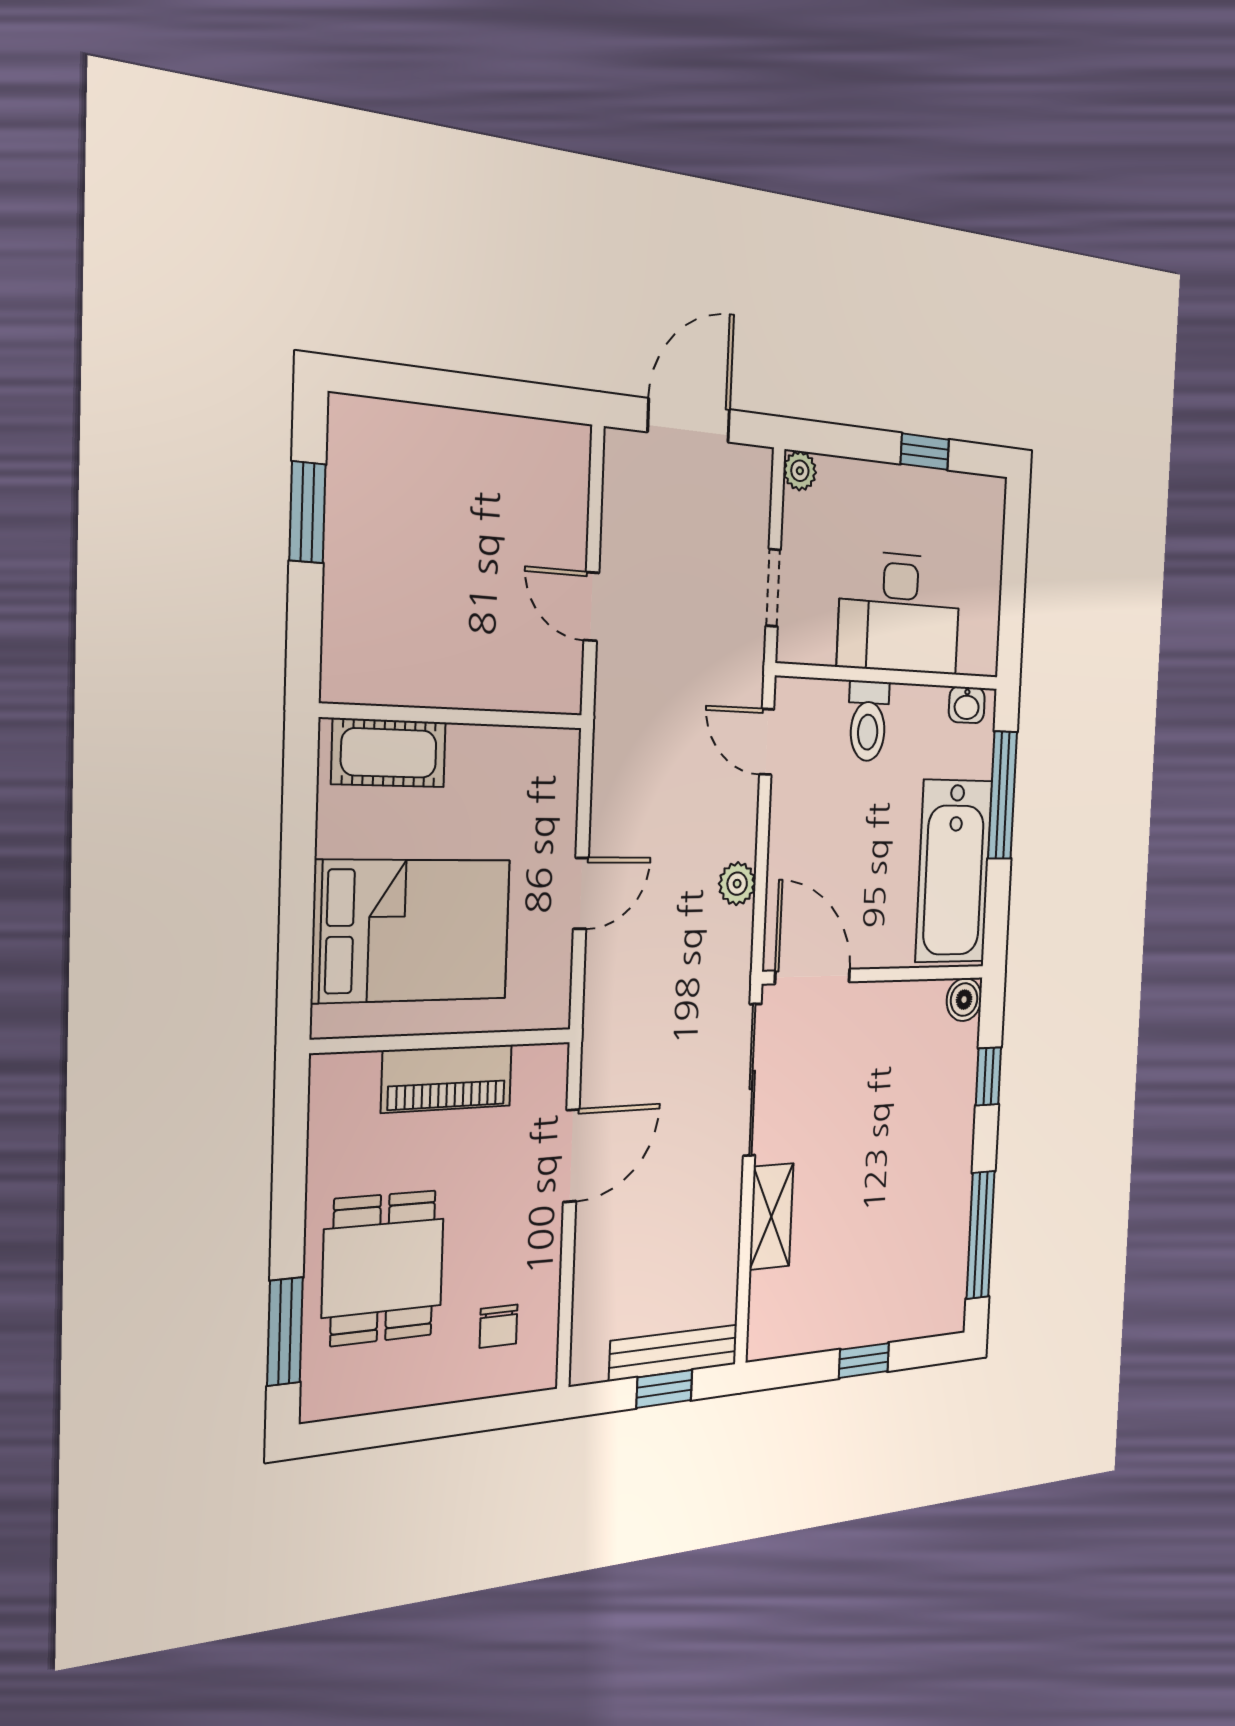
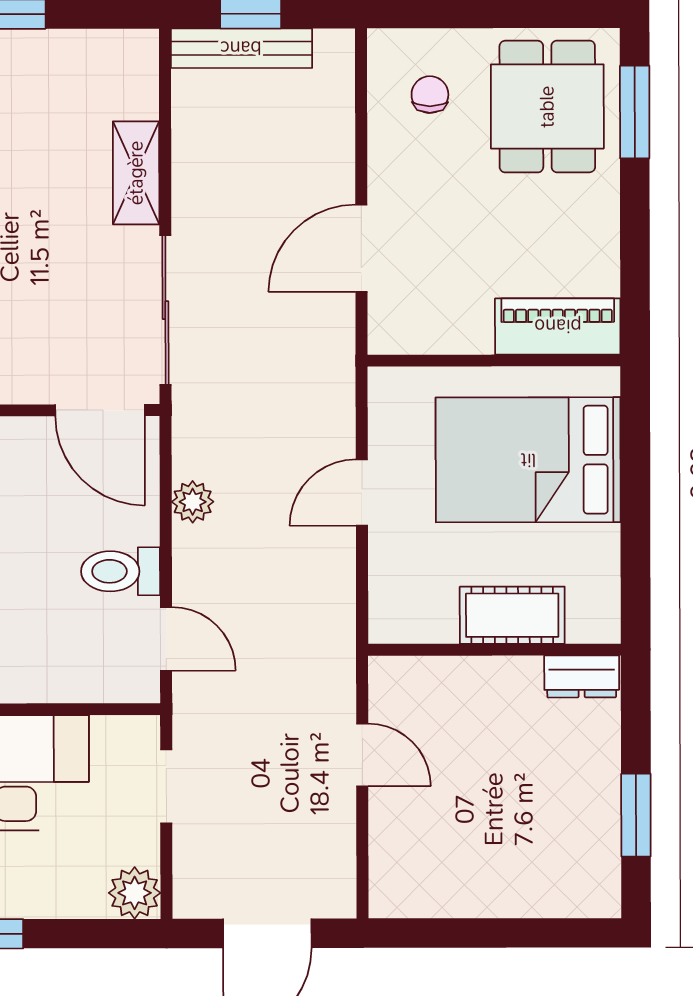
plant: (800, 471) -> (135, 893), width x1.38, depth x1.38
dresser: (363, 681) -> (582, 676), added
toilet: (868, 721) -> (121, 571), moved, turned -90
cot: (389, 753) -> (512, 615), moved
piano: (447, 1078) -> (558, 326), moved
dining table: (383, 1268) -> (547, 107), moved

